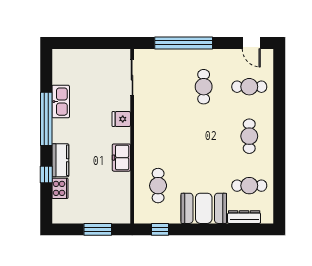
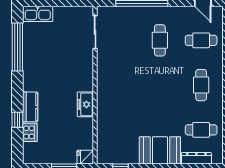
kitchen sink: (61, 102) -> (38, 14), moved, turned 90
window: (46, 119) -> (17, 47), moved
fridge: (121, 119) -> (85, 157), moved
cafe table: (158, 186) -> (119, 130), removed

